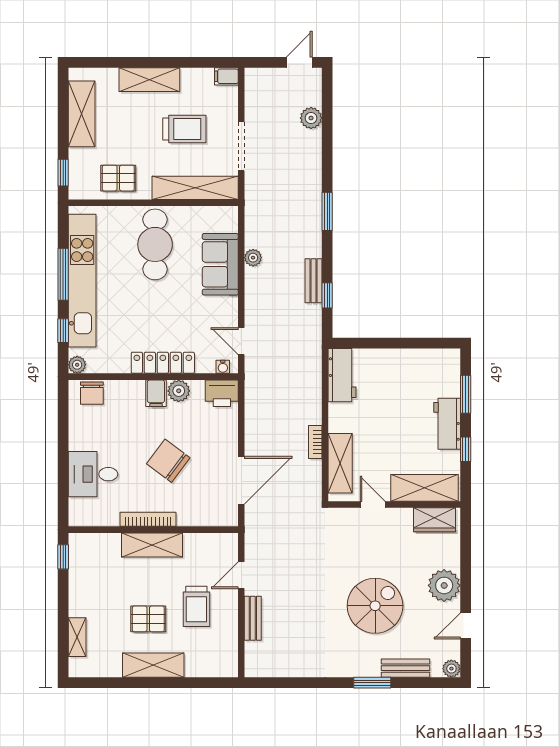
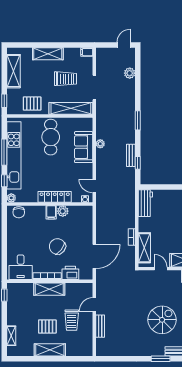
printer: (222, 393) -> (70, 273), moved, turned 180
desk: (93, 474) -> (21, 267), moved, turned -90

